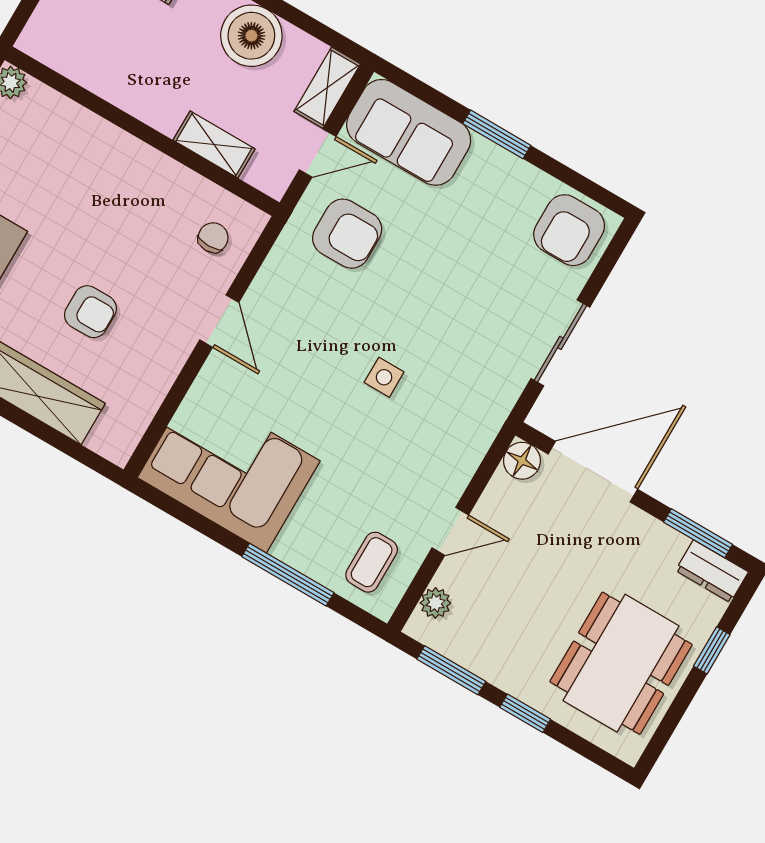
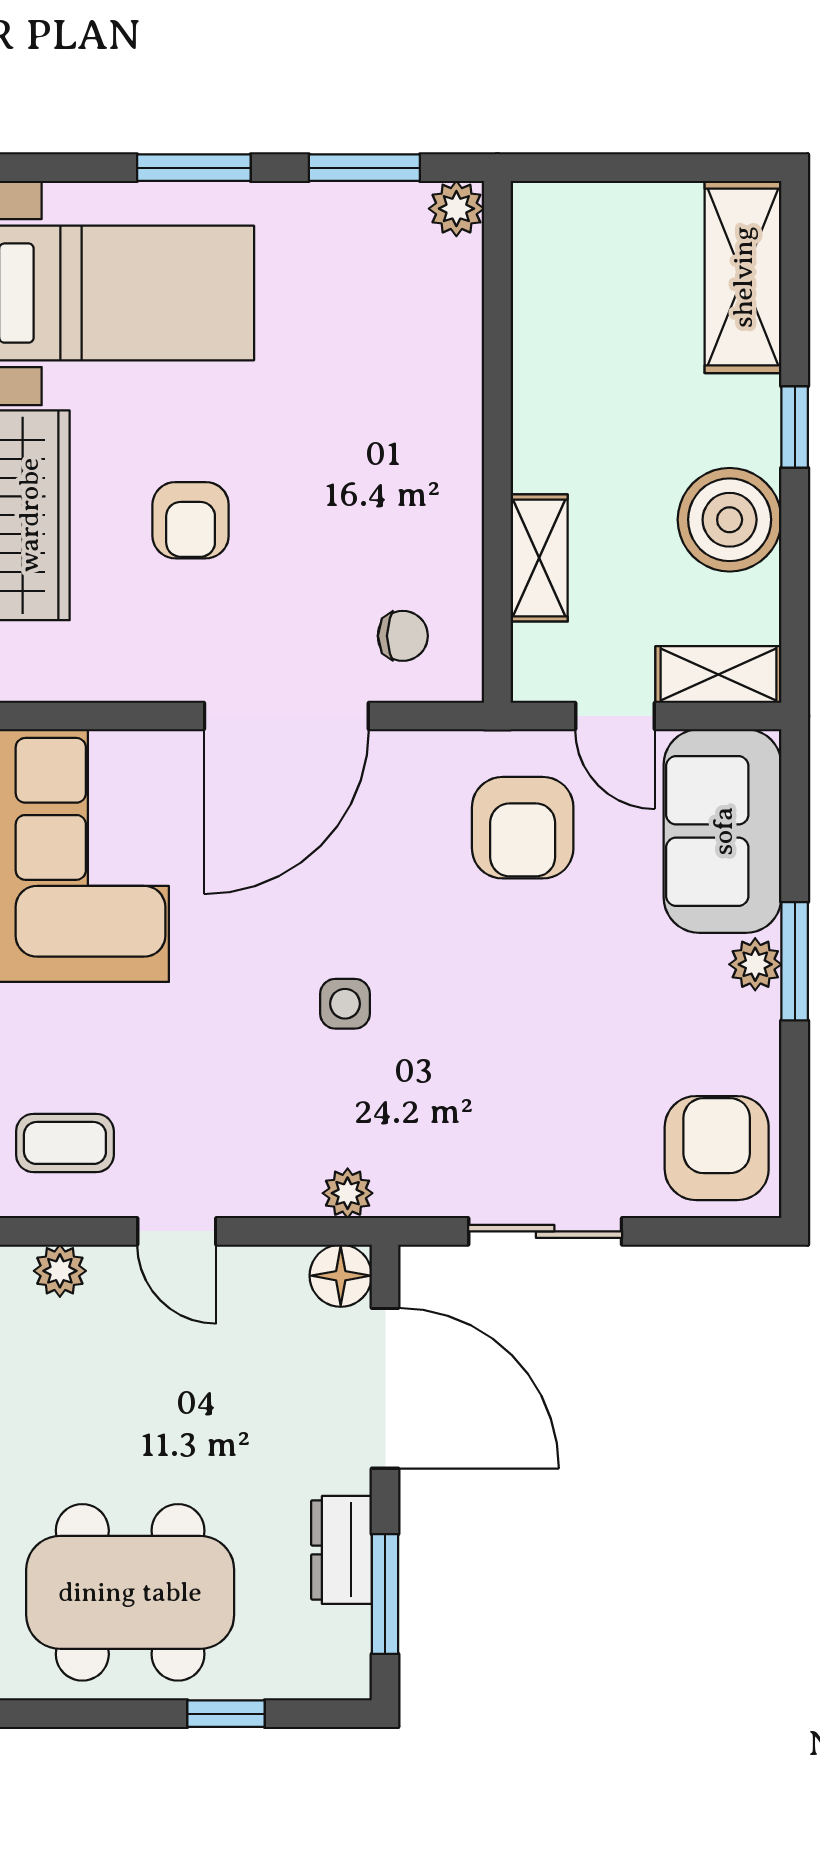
plant: (487, 155) -> (755, 964), added
armchair: (569, 230) -> (717, 1148), turned 90
door: (219, 321) -> (286, 716), width x1.88
plant: (482, 433) -> (348, 1193), added
dresser: (712, 571) -> (341, 1550), moved

